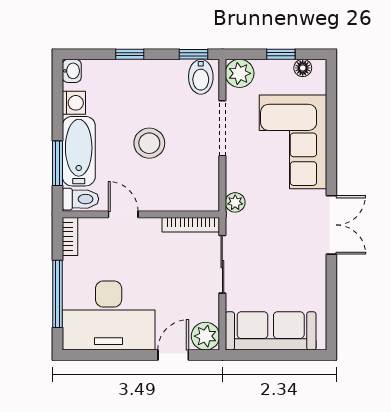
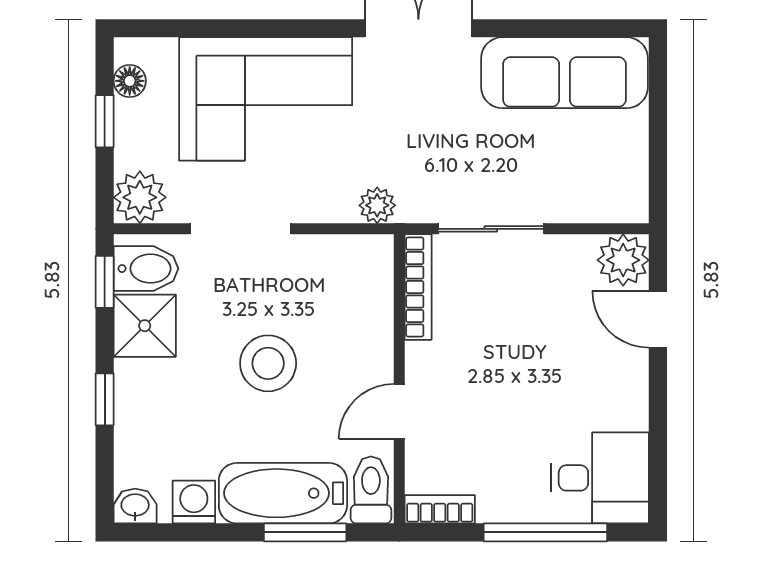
shower: (170, 76) -> (145, 326), added
desk: (109, 315) -> (600, 478), width x0.53, depth x0.77
sofa: (271, 331) -> (564, 73), moved, turned -90

